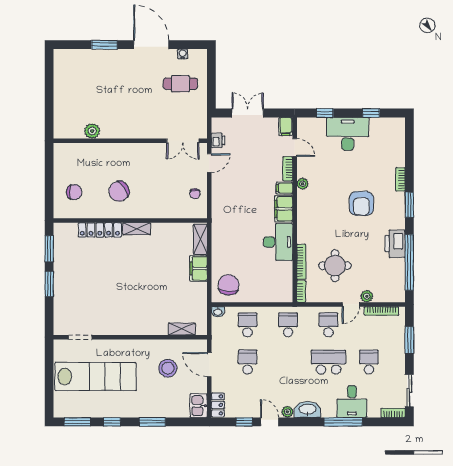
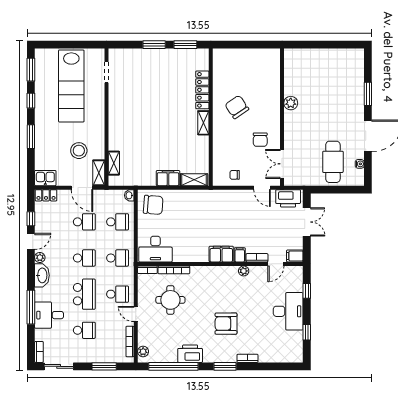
cafe table: (180, 84) -> (333, 162), width x1.37, depth x1.35
plant: (92, 131) -> (291, 103), moved
printer: (218, 140) -> (288, 198), width x1.87, depth x1.48
chair: (74, 192) -> (260, 140), moved
desk: (278, 242) -> (155, 249), moved
plant: (367, 296) -> (143, 352), moved
shelving: (193, 346) -> (99, 173), added
school desk: (288, 362) -> (84, 258), added
door: (209, 365) -> (82, 188), swing flipped

